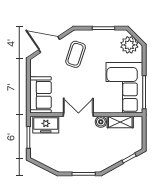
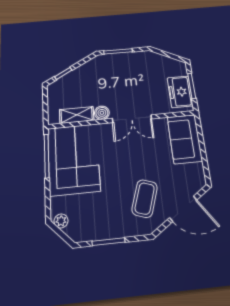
plant: (129, 45) -> (61, 221), width x0.53, depth x0.53
freezer: (46, 125) -> (180, 92), moved, turned -90

